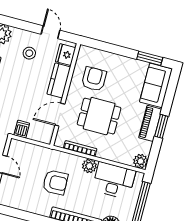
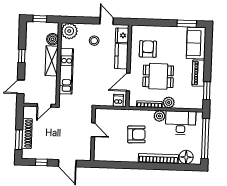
window: (161, 126) -> (207, 91), moved
dishwasher: (22, 129) -> (118, 100), moved
plant: (141, 161) -> (169, 102), moved

